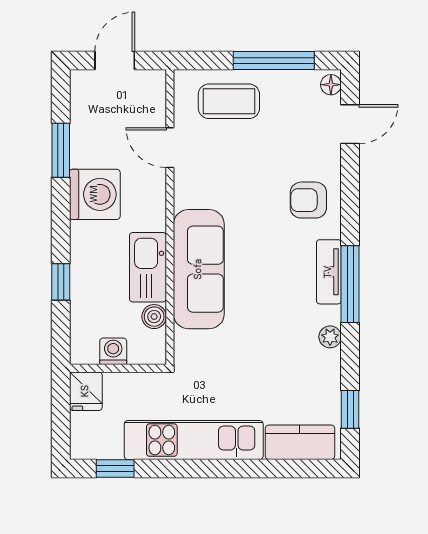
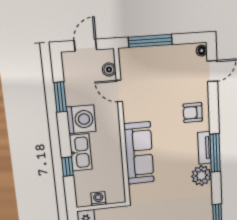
window: (274, 61) -> (150, 41), moved
coffee table: (229, 101) -> (149, 63), removed
kitchen sink: (148, 267) -> (81, 152), moved, turned 180
boiler: (154, 317) -> (109, 70), moved
plant: (330, 337) -> (201, 176), width x1.88, depth x1.88

